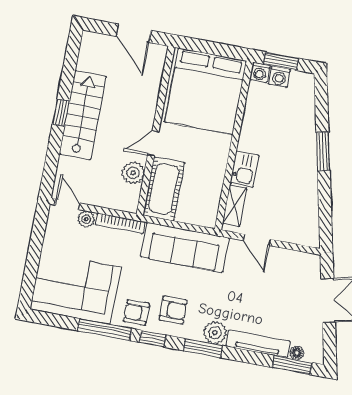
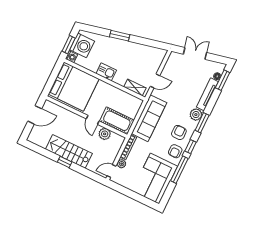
washing machine: (279, 77) -> (82, 45), width x1.89, depth x1.89
kitchen sink: (244, 169) -> (106, 72), moved

